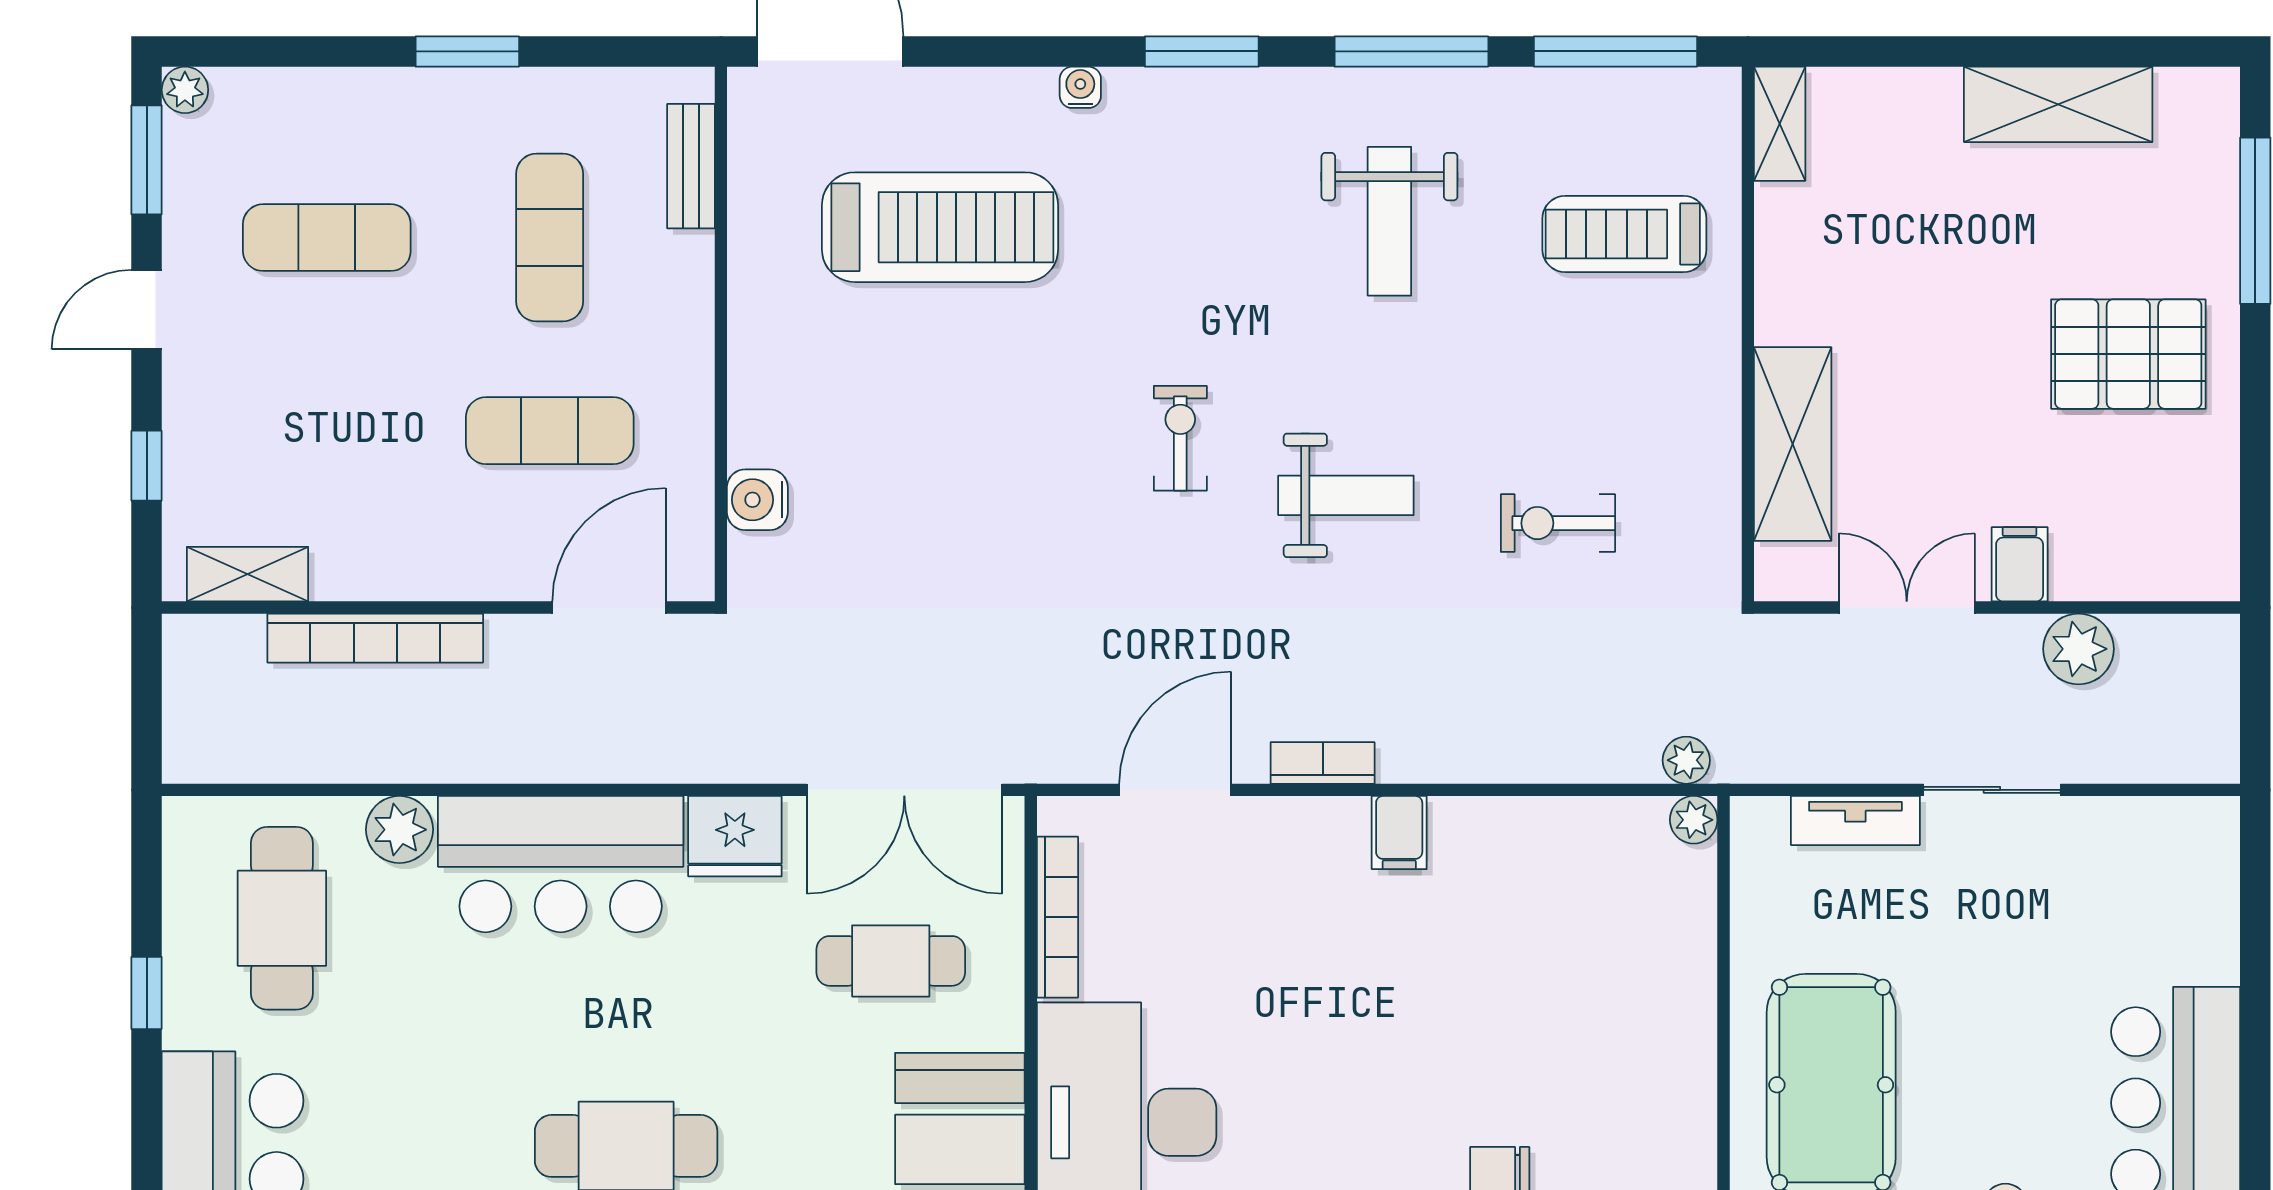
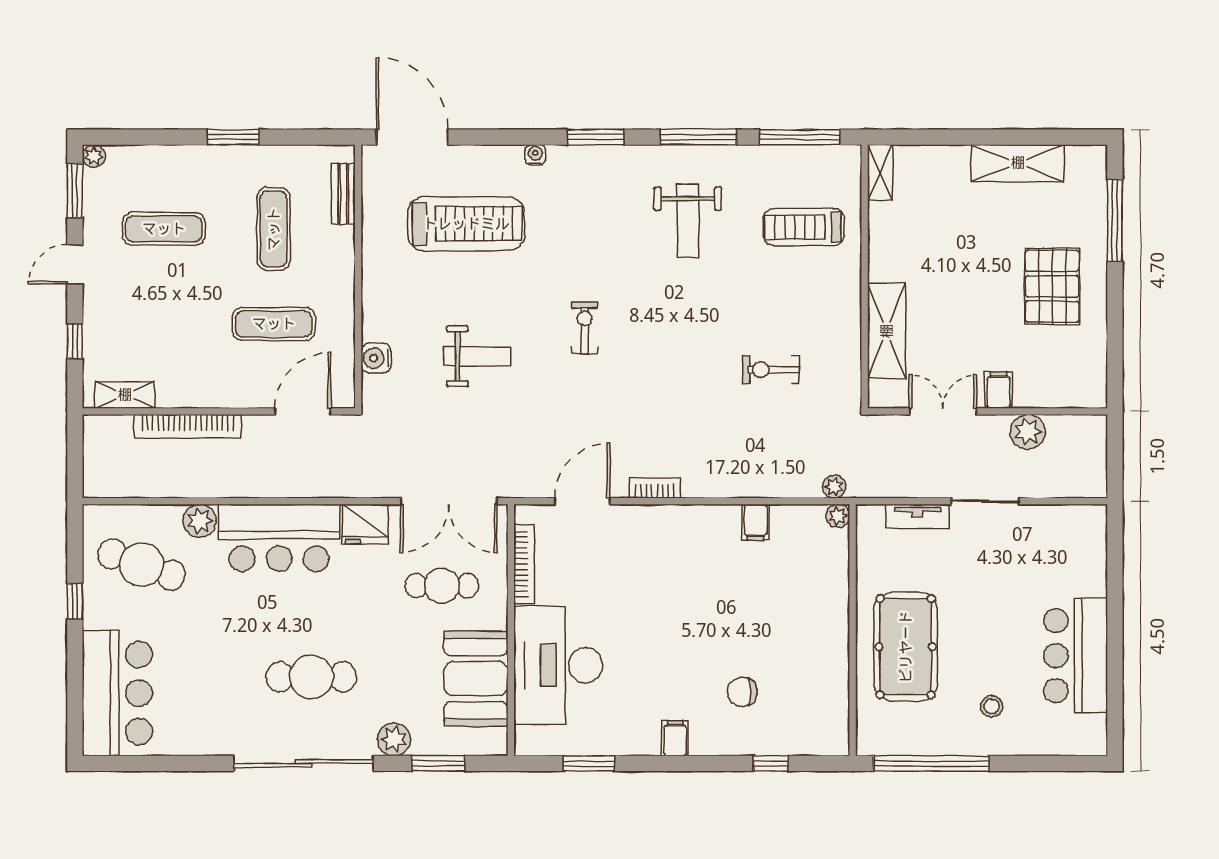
pallet: (2128, 354) -> (1052, 286), turned 90
weight bench: (1346, 495) -> (477, 356), moved
filing cabinet: (1399, 833) -> (756, 522), moved
cafe table: (282, 918) -> (142, 565), turned -70

